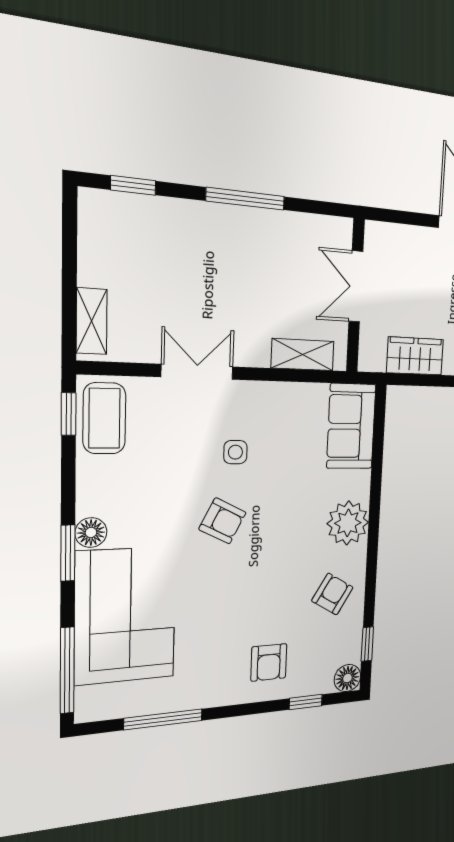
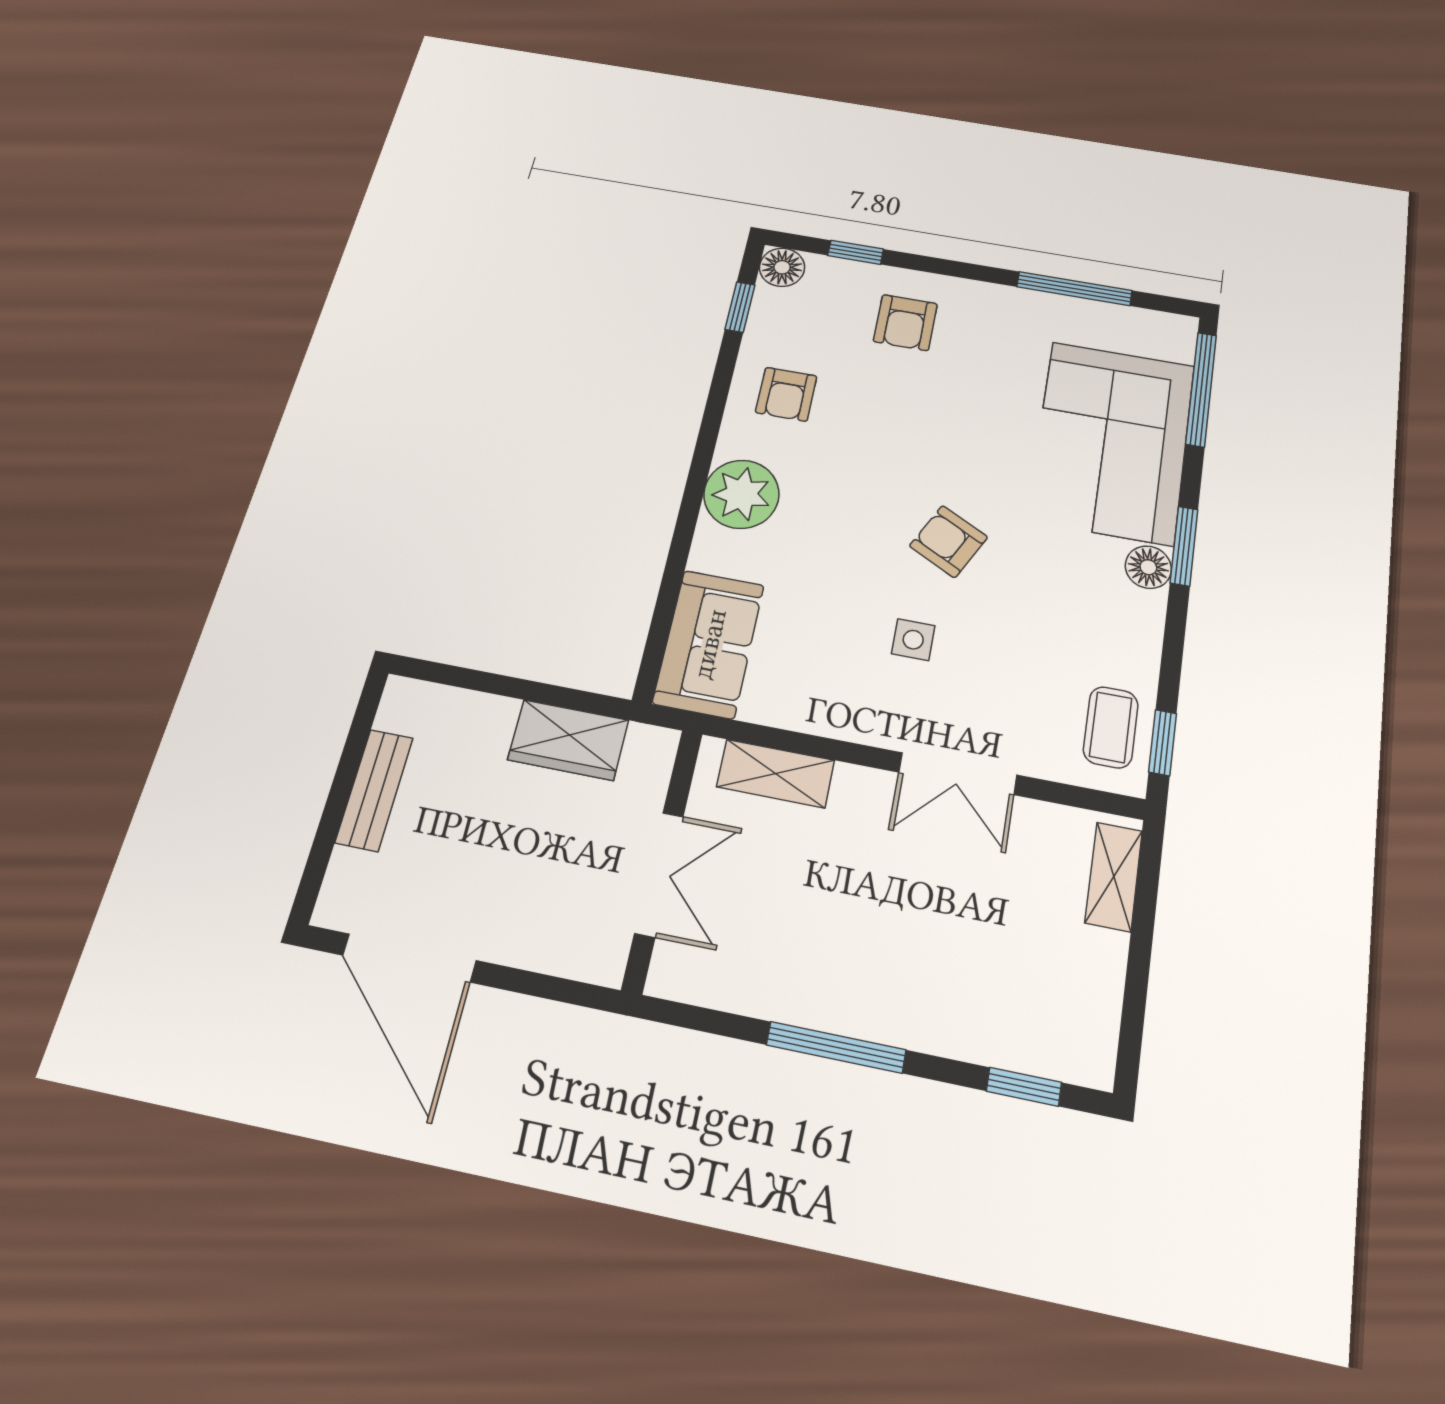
coffee table: (104, 418) -> (1111, 727), width x0.73, depth x0.77
armchair: (332, 594) -> (786, 394), turned -31
armchair: (269, 662) -> (905, 323), turned 180

